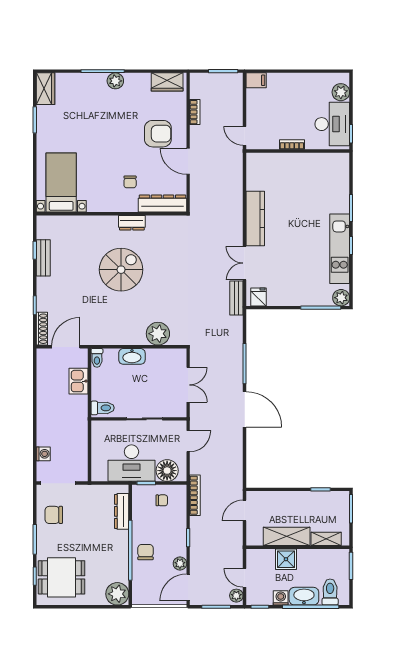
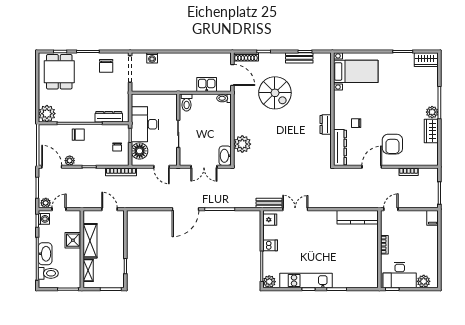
wardrobe: (167, 82) -> (431, 131), moved
kitchen counter: (255, 219) -> (358, 217), moved
spiral stairs: (121, 270) -> (275, 93), moved
dishwasher: (293, 297) -> (270, 245), added
washbasin: (132, 356) -> (225, 156), moved
chair: (54, 515) -> (106, 66), turned 180
washing machine: (281, 598) -> (44, 219), moved

